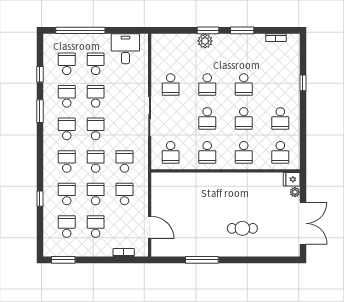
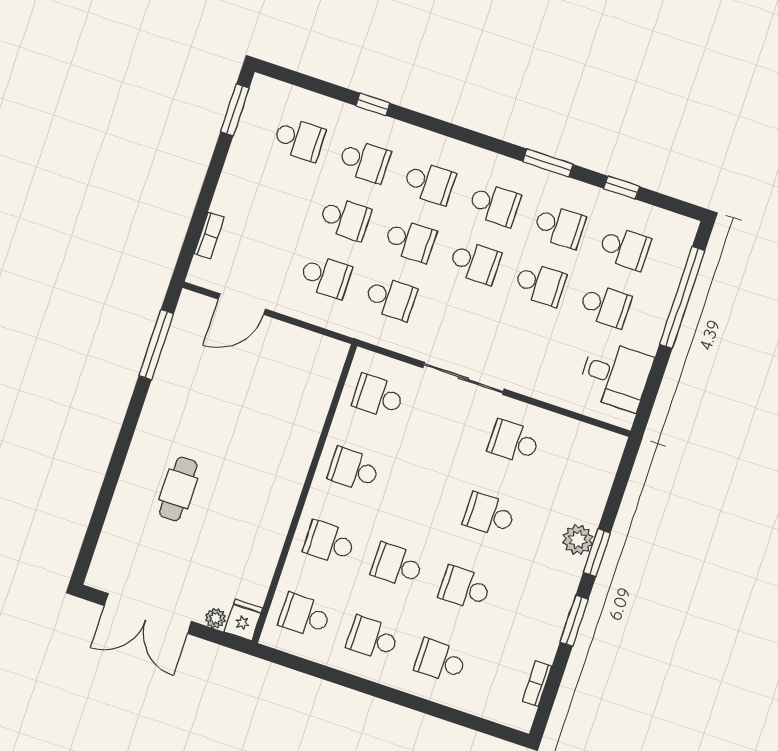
window: (303, 83) -> (428, 707), removed
school desk: (207, 118) -> (440, 661), moved
school desk: (96, 227) -> (280, 197), removed
window: (202, 260) -> (156, 345), moved

